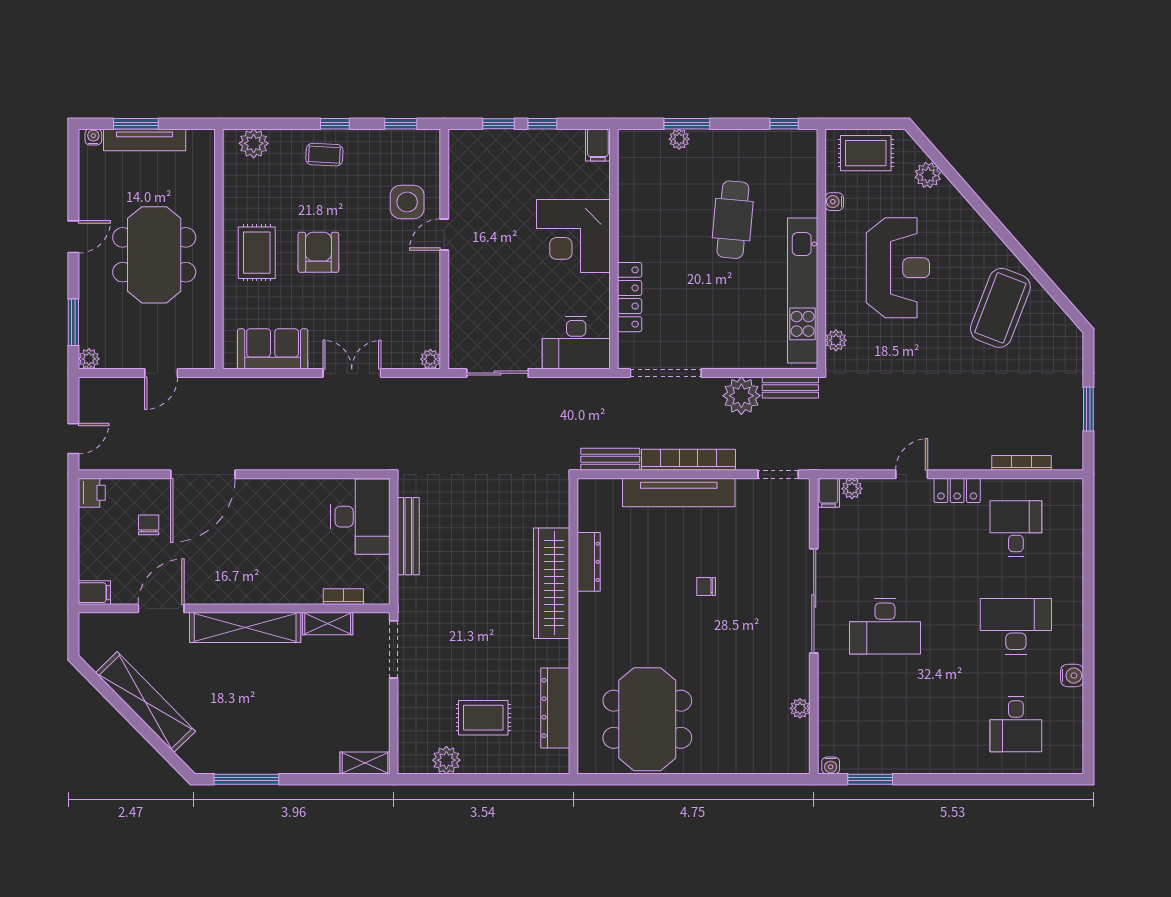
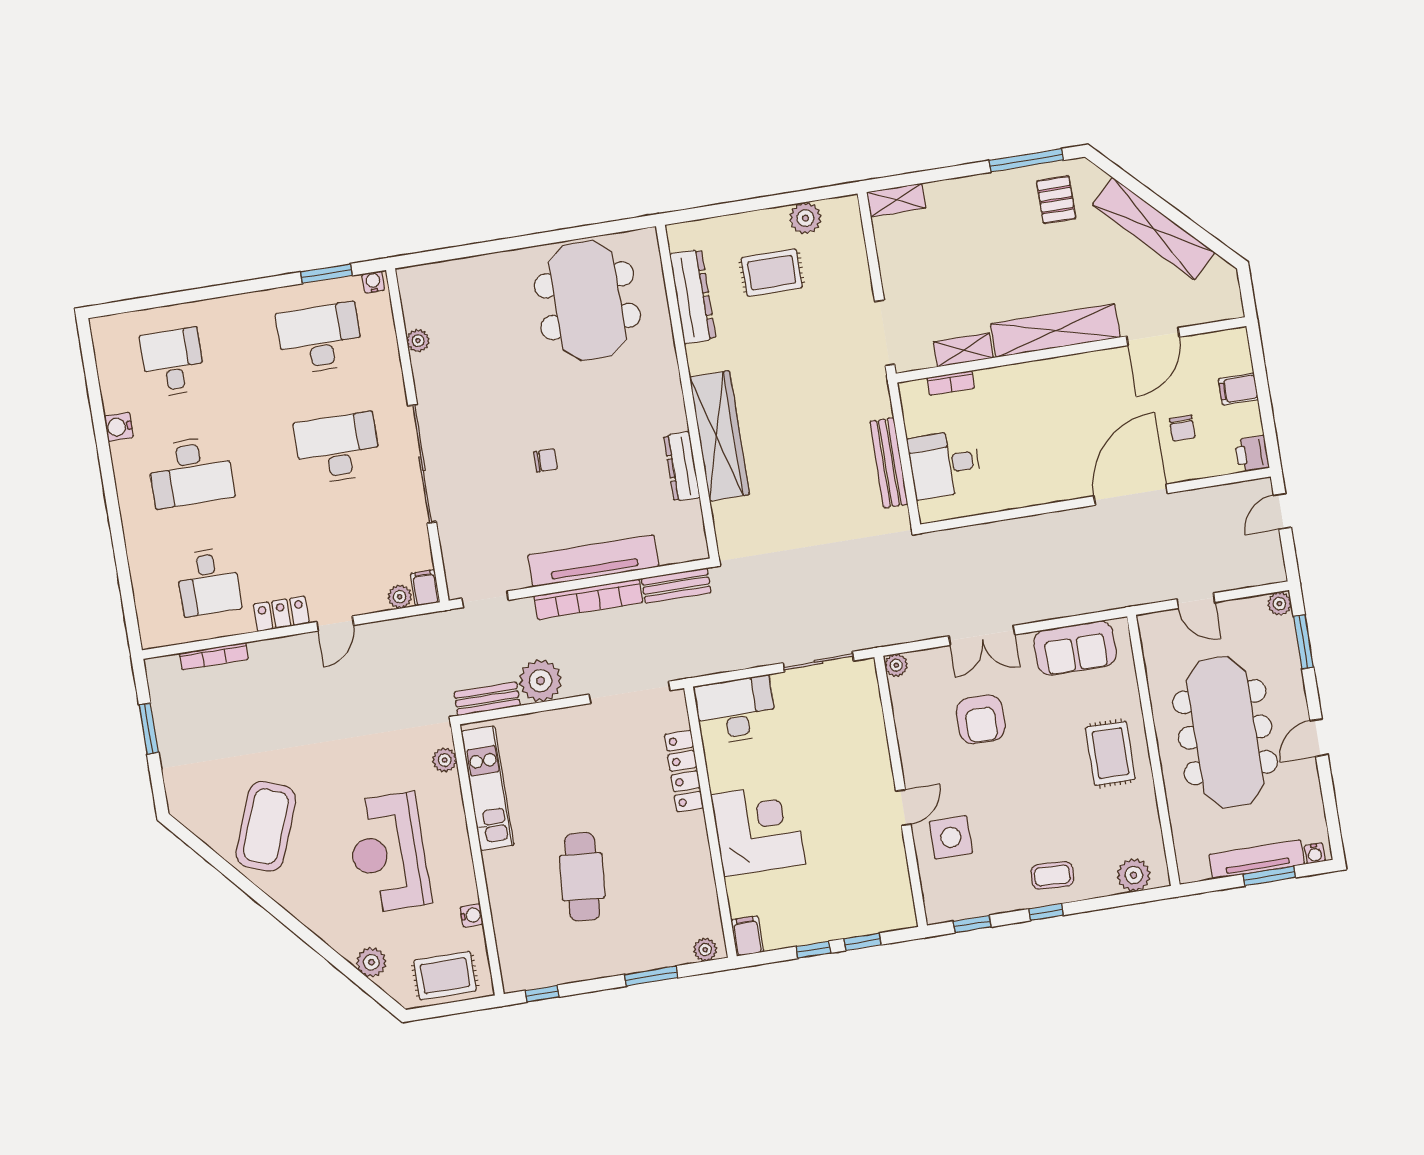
plant: (679, 139) -> (705, 950), moved
armchair: (318, 252) -> (981, 719), moved
meeting table: (154, 255) -> (1225, 732), width x1.36
kitchen unit: (803, 290) -> (488, 788), width x0.73
door: (161, 373) -> (1196, 601), swing flipped
desk: (360, 517) -> (945, 464), width x0.73
filing cabinet: (94, 593) -> (1238, 389), moved
desk: (885, 724) -> (320, 338), added
pallet: (226, 741) -> (1056, 200), added

